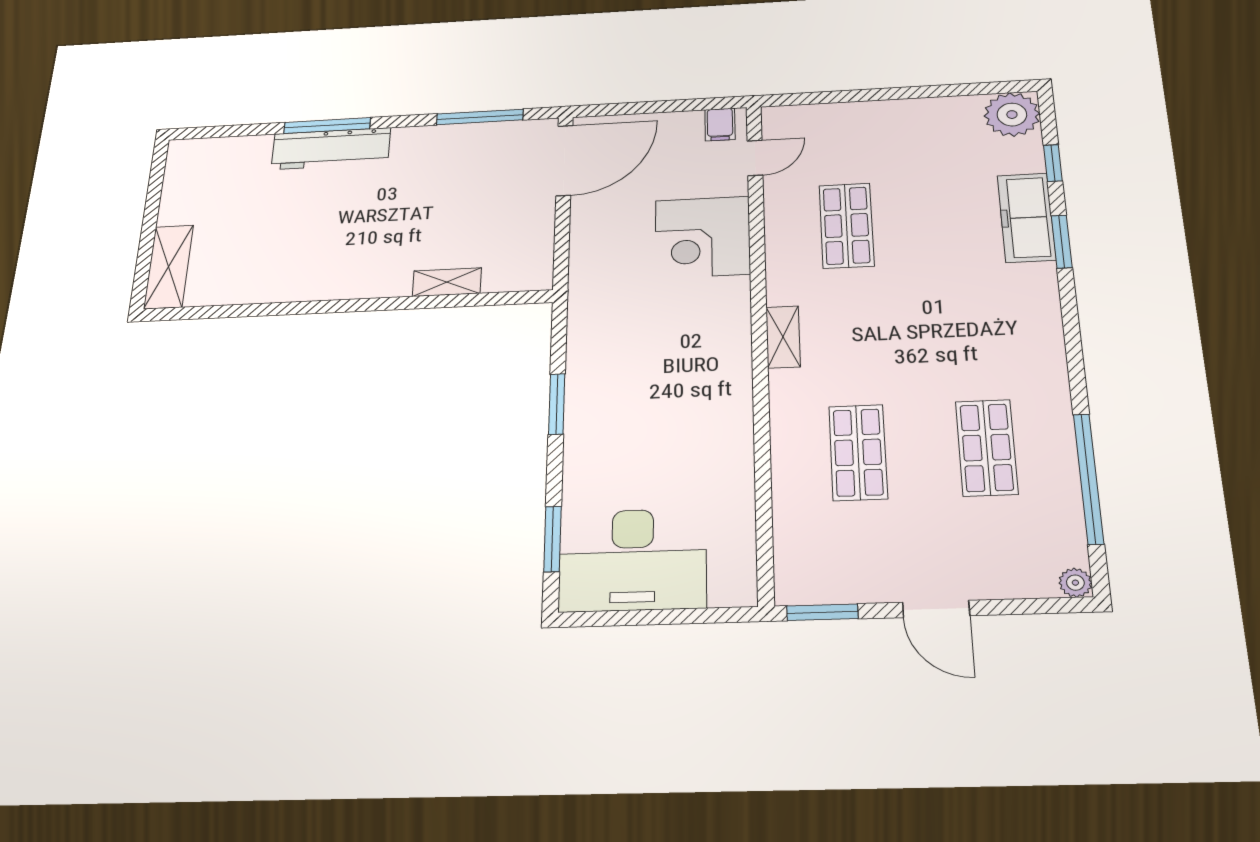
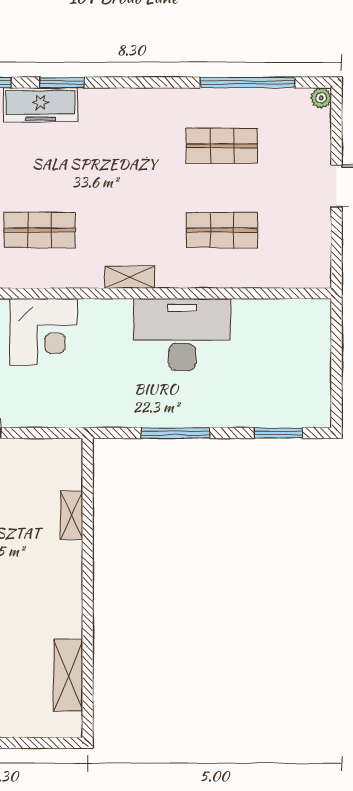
shelving: (169, 267) -> (68, 675), moved, turned 90
window: (557, 404) -> (176, 433), width x1.44
desk: (633, 560) -> (182, 335), moved, turned -90
window: (822, 612) -> (336, 258), removed

